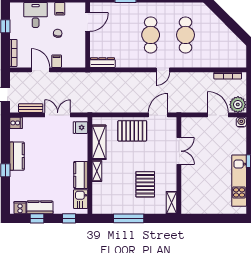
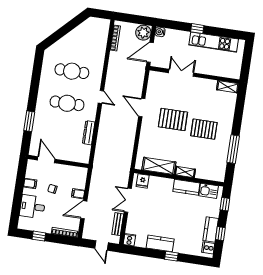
dresser: (102, 63) -> (89, 133), moved
pallet: (132, 131) -> (173, 119), moved, turned 90
double door: (179, 151) -> (181, 73), moved
wall: (179, 166) -> (194, 75), moved
shelving: (171, 203) -> (228, 87), moved

